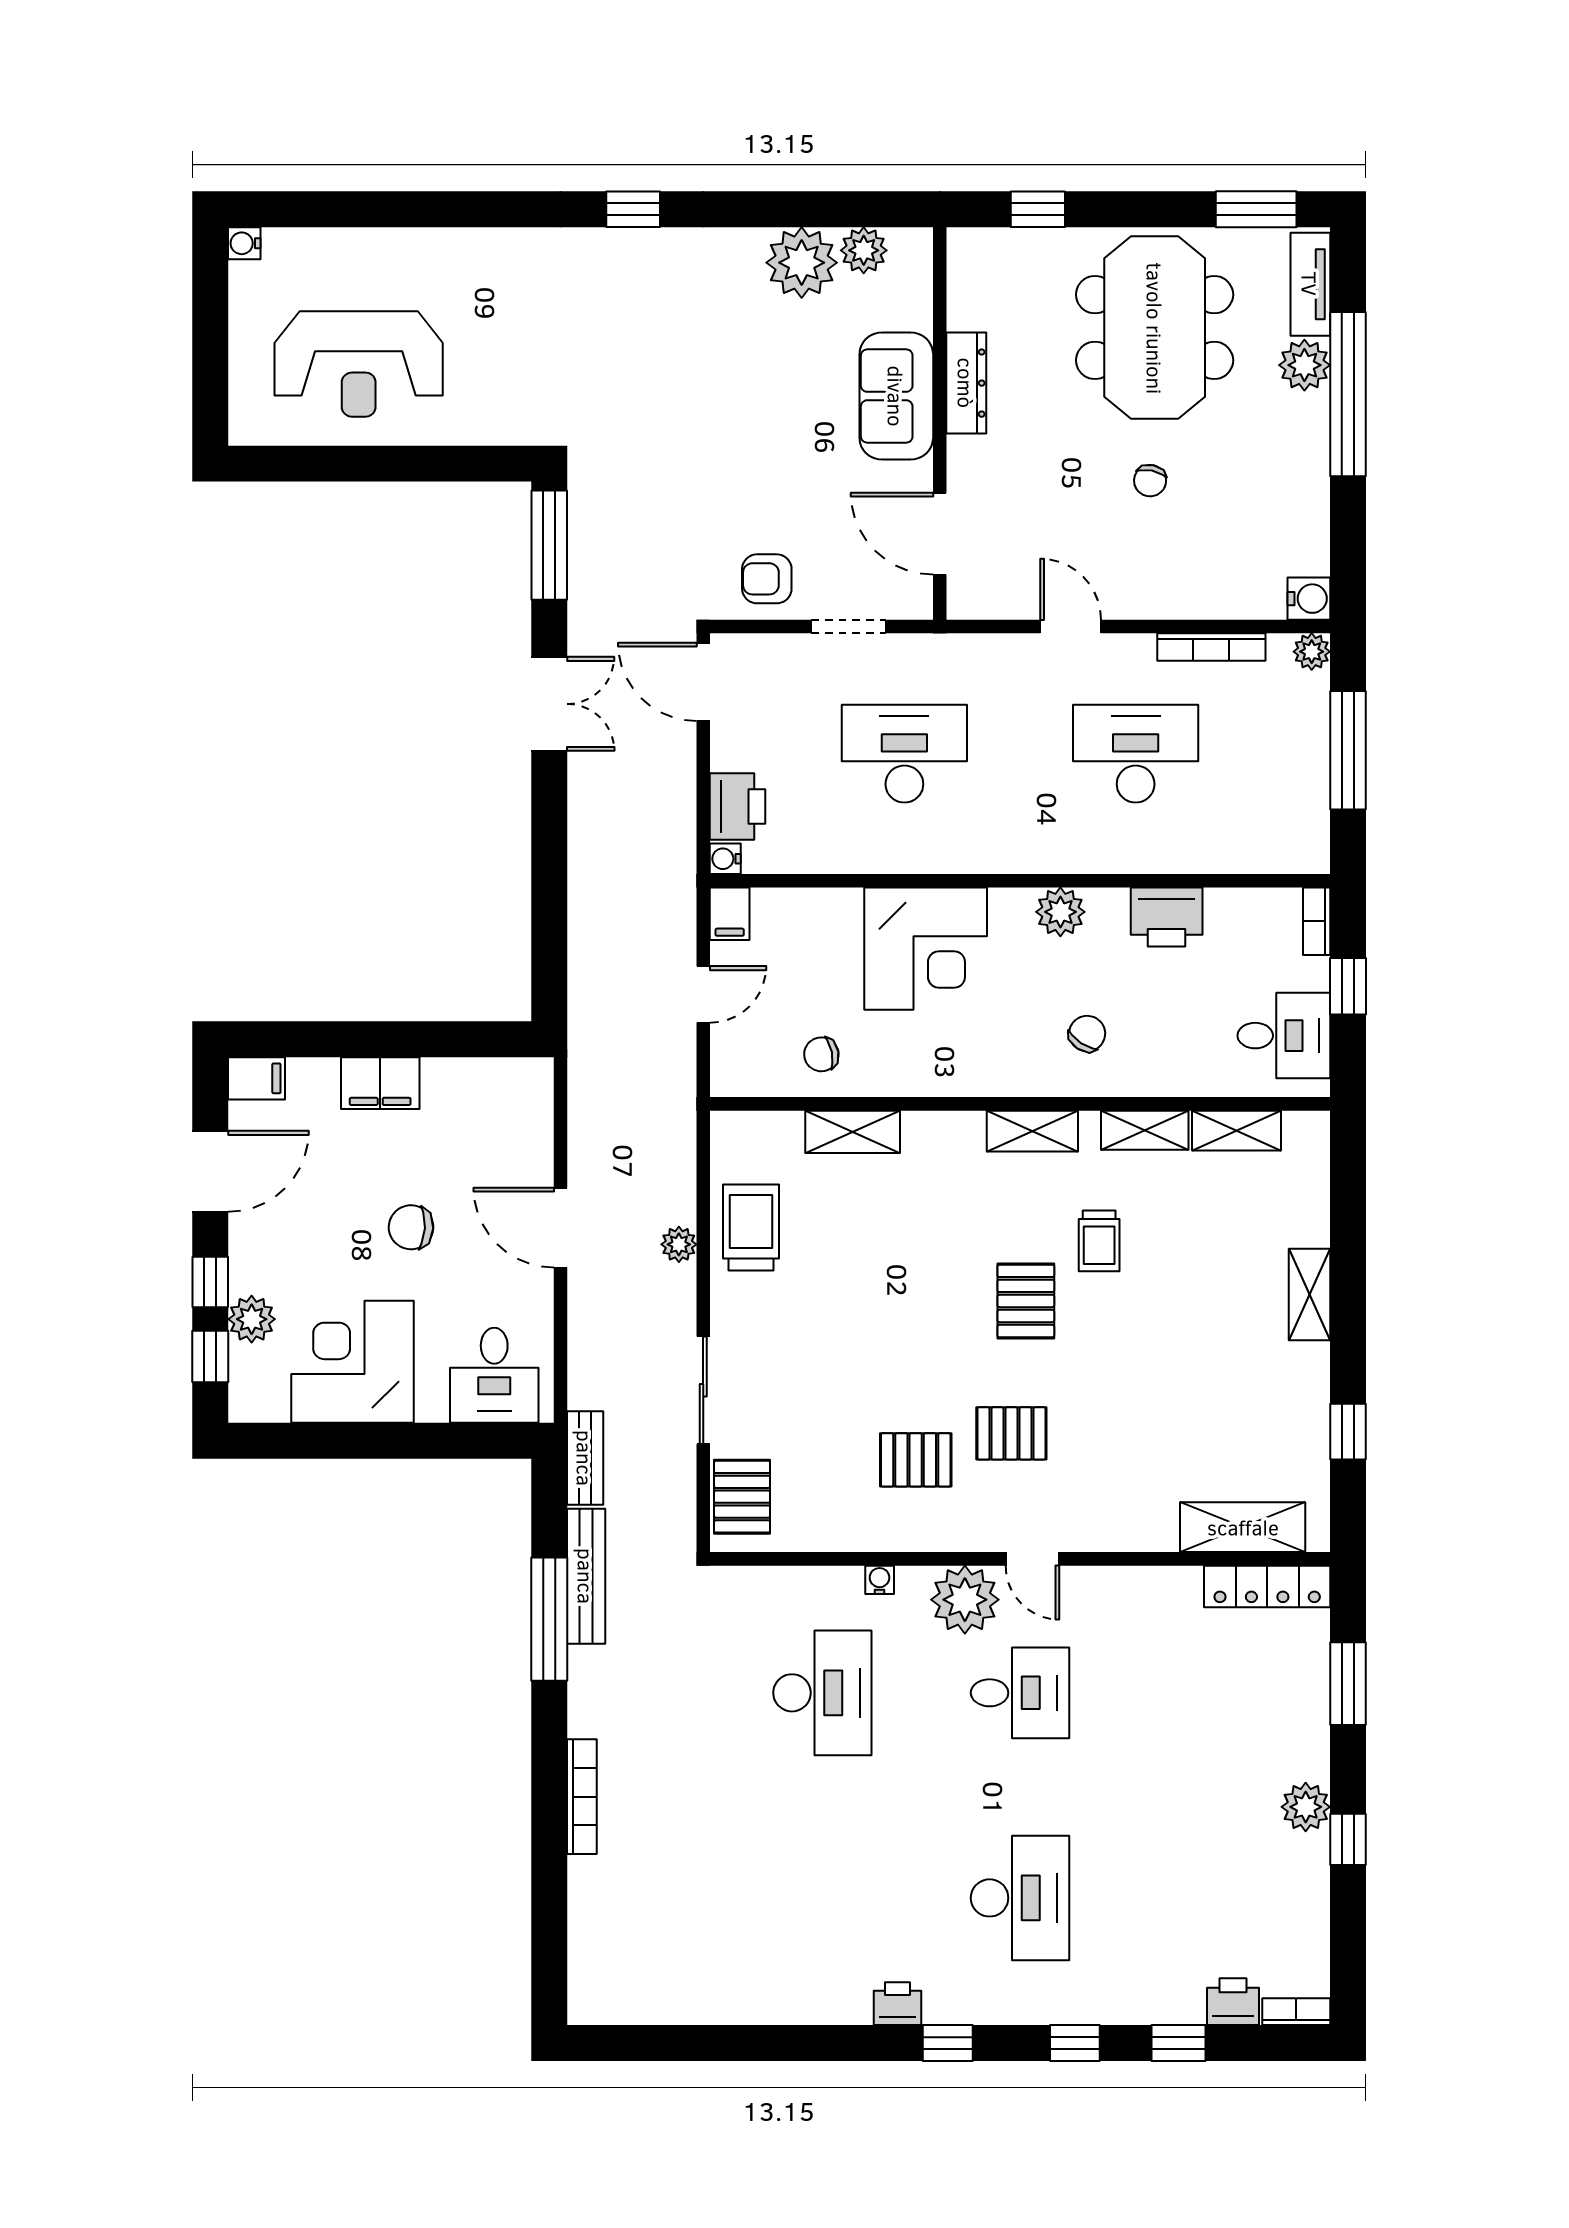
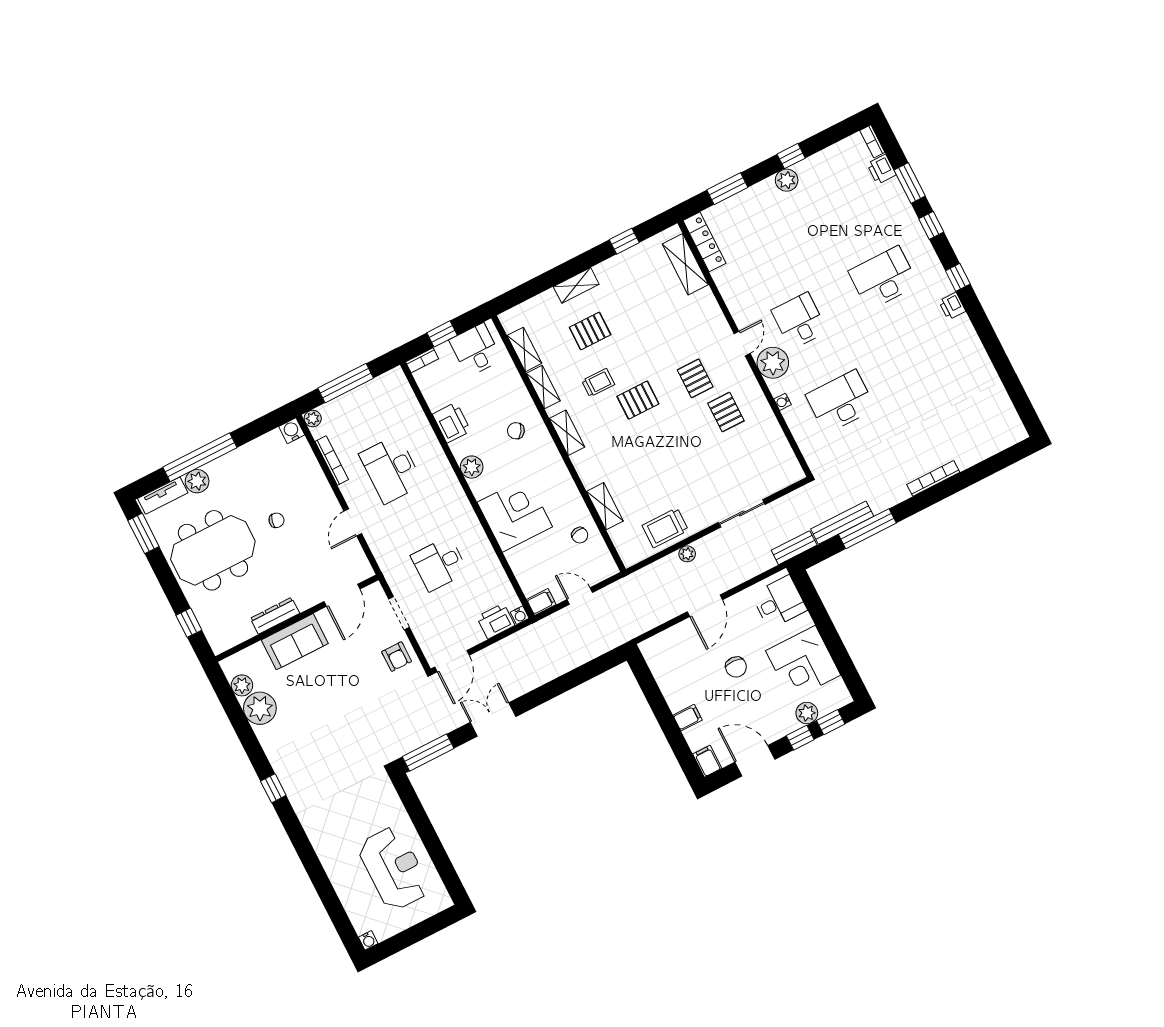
desk: (904, 754) -> (439, 564), width x0.73
filing cabinet: (380, 1083) -> (688, 718), width x0.50
pallet: (742, 1497) -> (590, 331), moved
window: (1179, 2043) -> (910, 183), width x1.50

